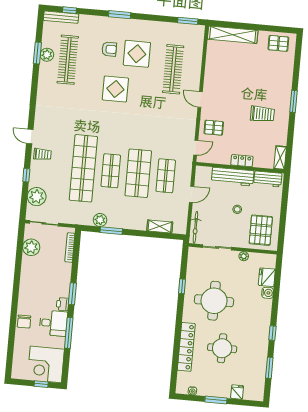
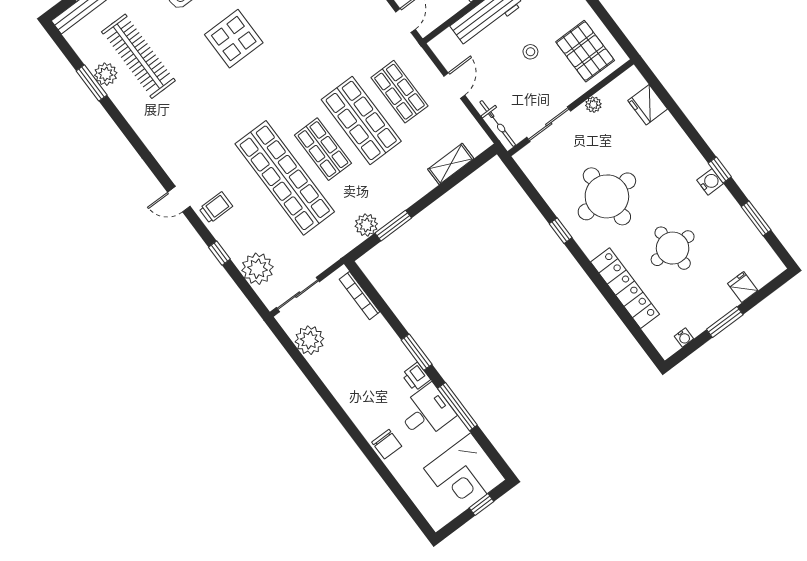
window: (182, 286) -> (561, 231), moved
water cooler: (268, 293) -> (710, 182), moved

